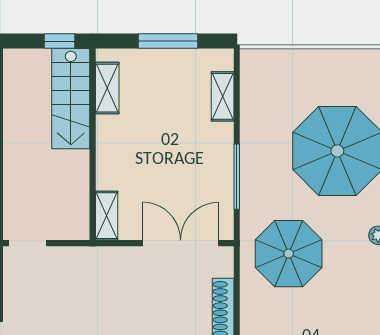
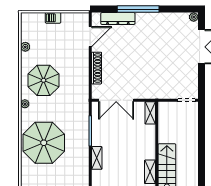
shelving: (223, 96) -> (97, 158), moved
parasol: (289, 254) -> (44, 80), moved

